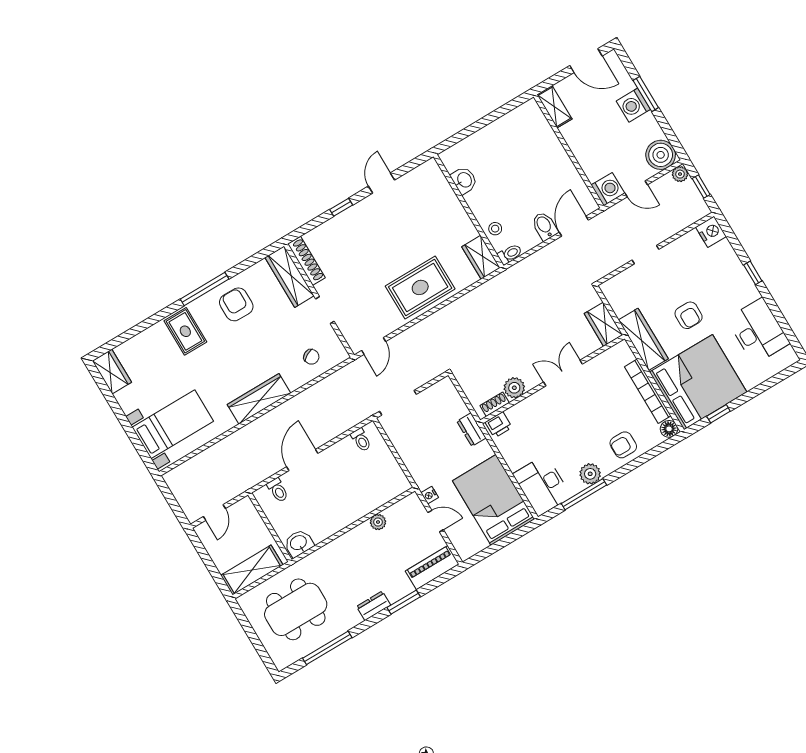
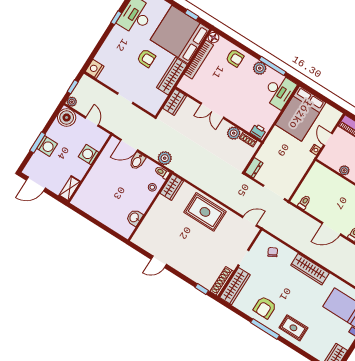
door: (586, 61) -> (36, 184), swing flipped
washing machine: (608, 189) -> (89, 155), moved
window: (341, 207) -> (202, 289), moved
plant: (529, 268) -> (165, 158), added
window: (753, 273) -> (116, 18), moved
armchair: (689, 315) -> (146, 58), turned 90
rug: (185, 331) -> (293, 328), turned 90
dresser: (471, 430) -> (254, 168), moved

